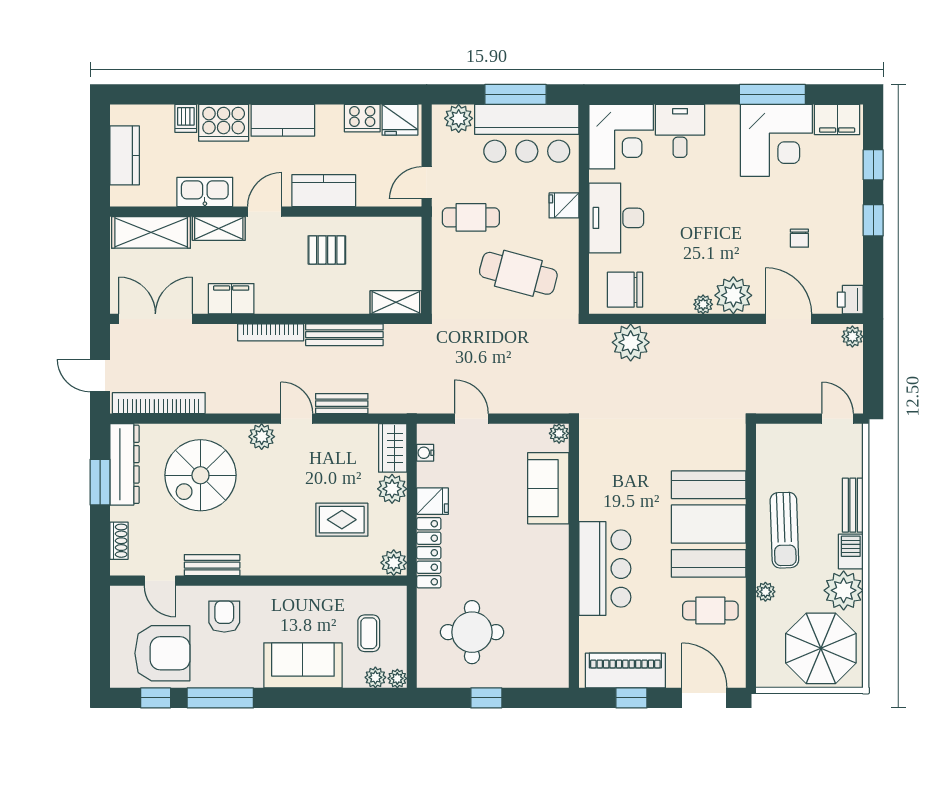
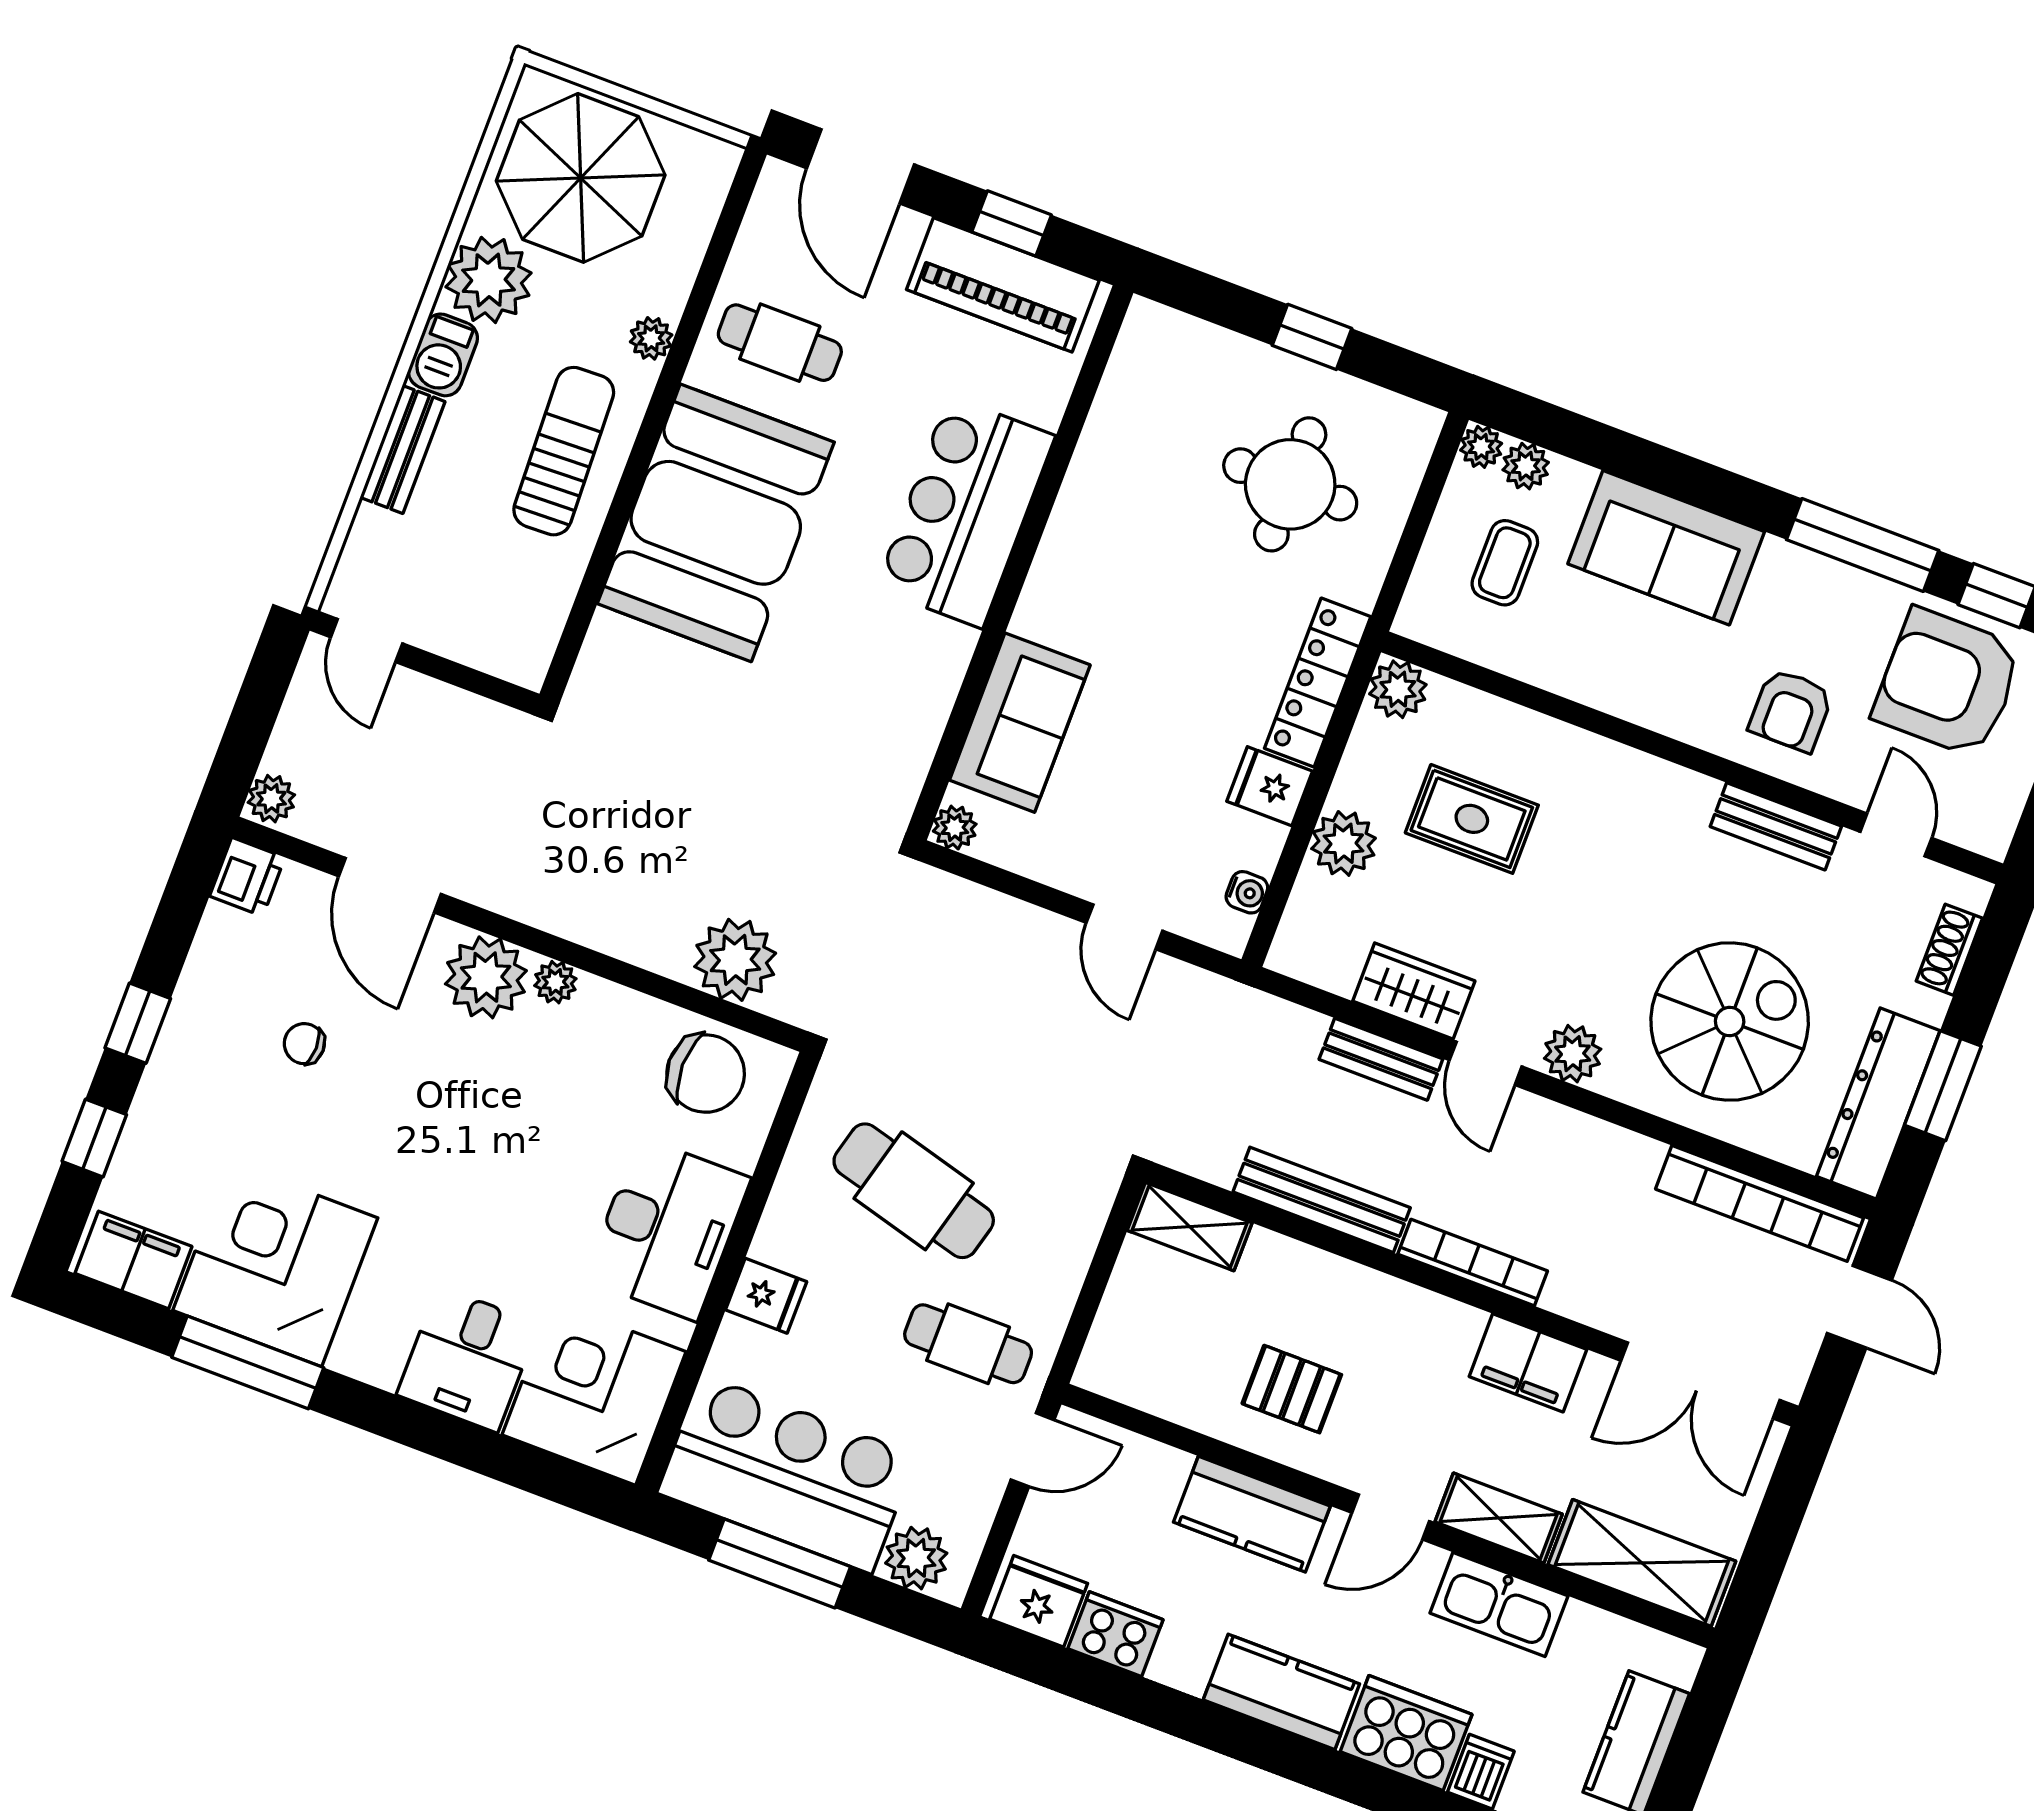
chair: (799, 238) -> (304, 1044), turned -90
wardrobe: (393, 448) -> (1414, 991), moved, turned -90

